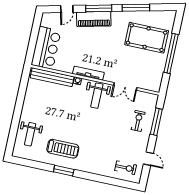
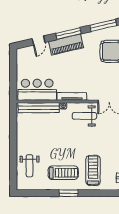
bar counter: (46, 48) -> (37, 90), moved, turned -90
weight bench: (97, 96) -> (84, 116), turned 90
treadmill: (94, 153) -> (93, 170), added

